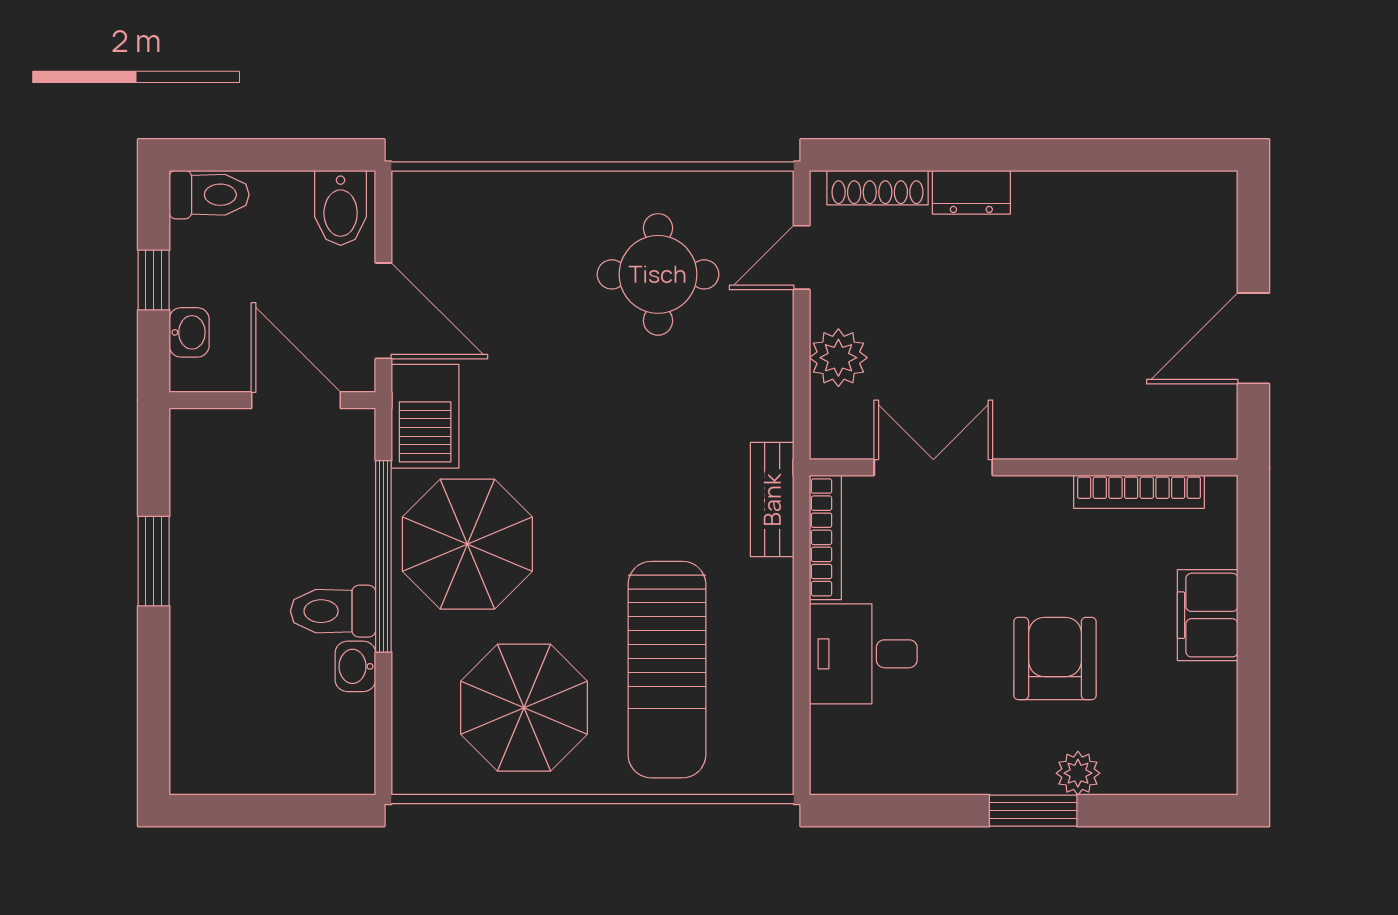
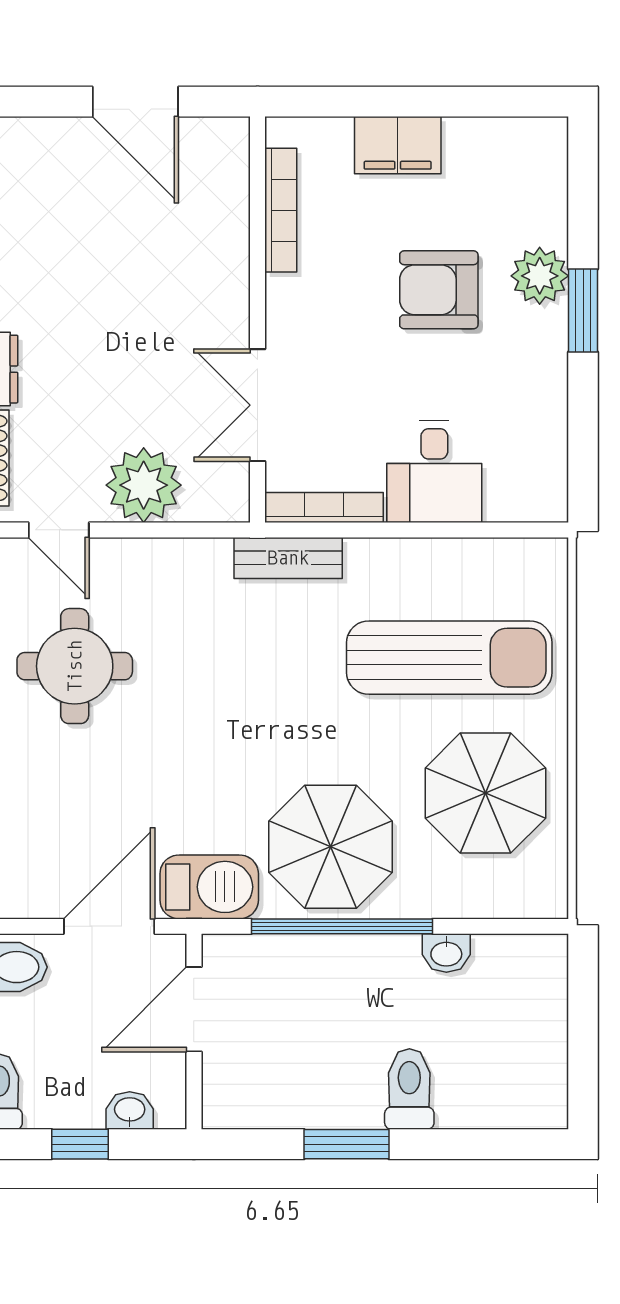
plant: (838, 358) -> (144, 485), width x1.36, depth x1.36
toilet: (333, 611) -> (409, 1089), moved, turned 180
plant: (1078, 773) -> (540, 276), width x1.38, depth x1.38

